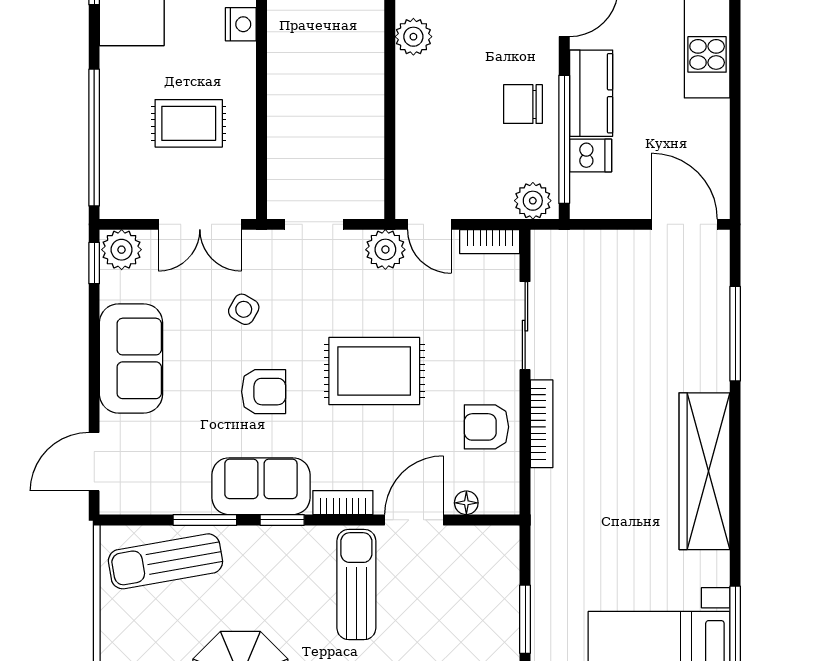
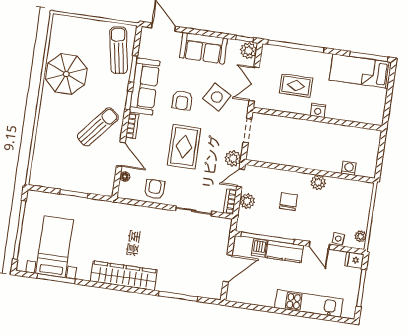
nightstand: (241, 24) -> (318, 110), moved
chair: (523, 104) -> (288, 202), moved
rug: (189, 123) -> (296, 86), turned 90
plant: (533, 201) -> (247, 201), moved
door: (684, 224) -> (228, 268), moved
side table: (244, 309) -> (217, 97), width x1.87, depth x1.87
bookcase: (542, 424) -> (153, 212), removed
sofa: (261, 486) -> (145, 86), width x1.36
sun lounger: (356, 584) -> (98, 127), turned -50

